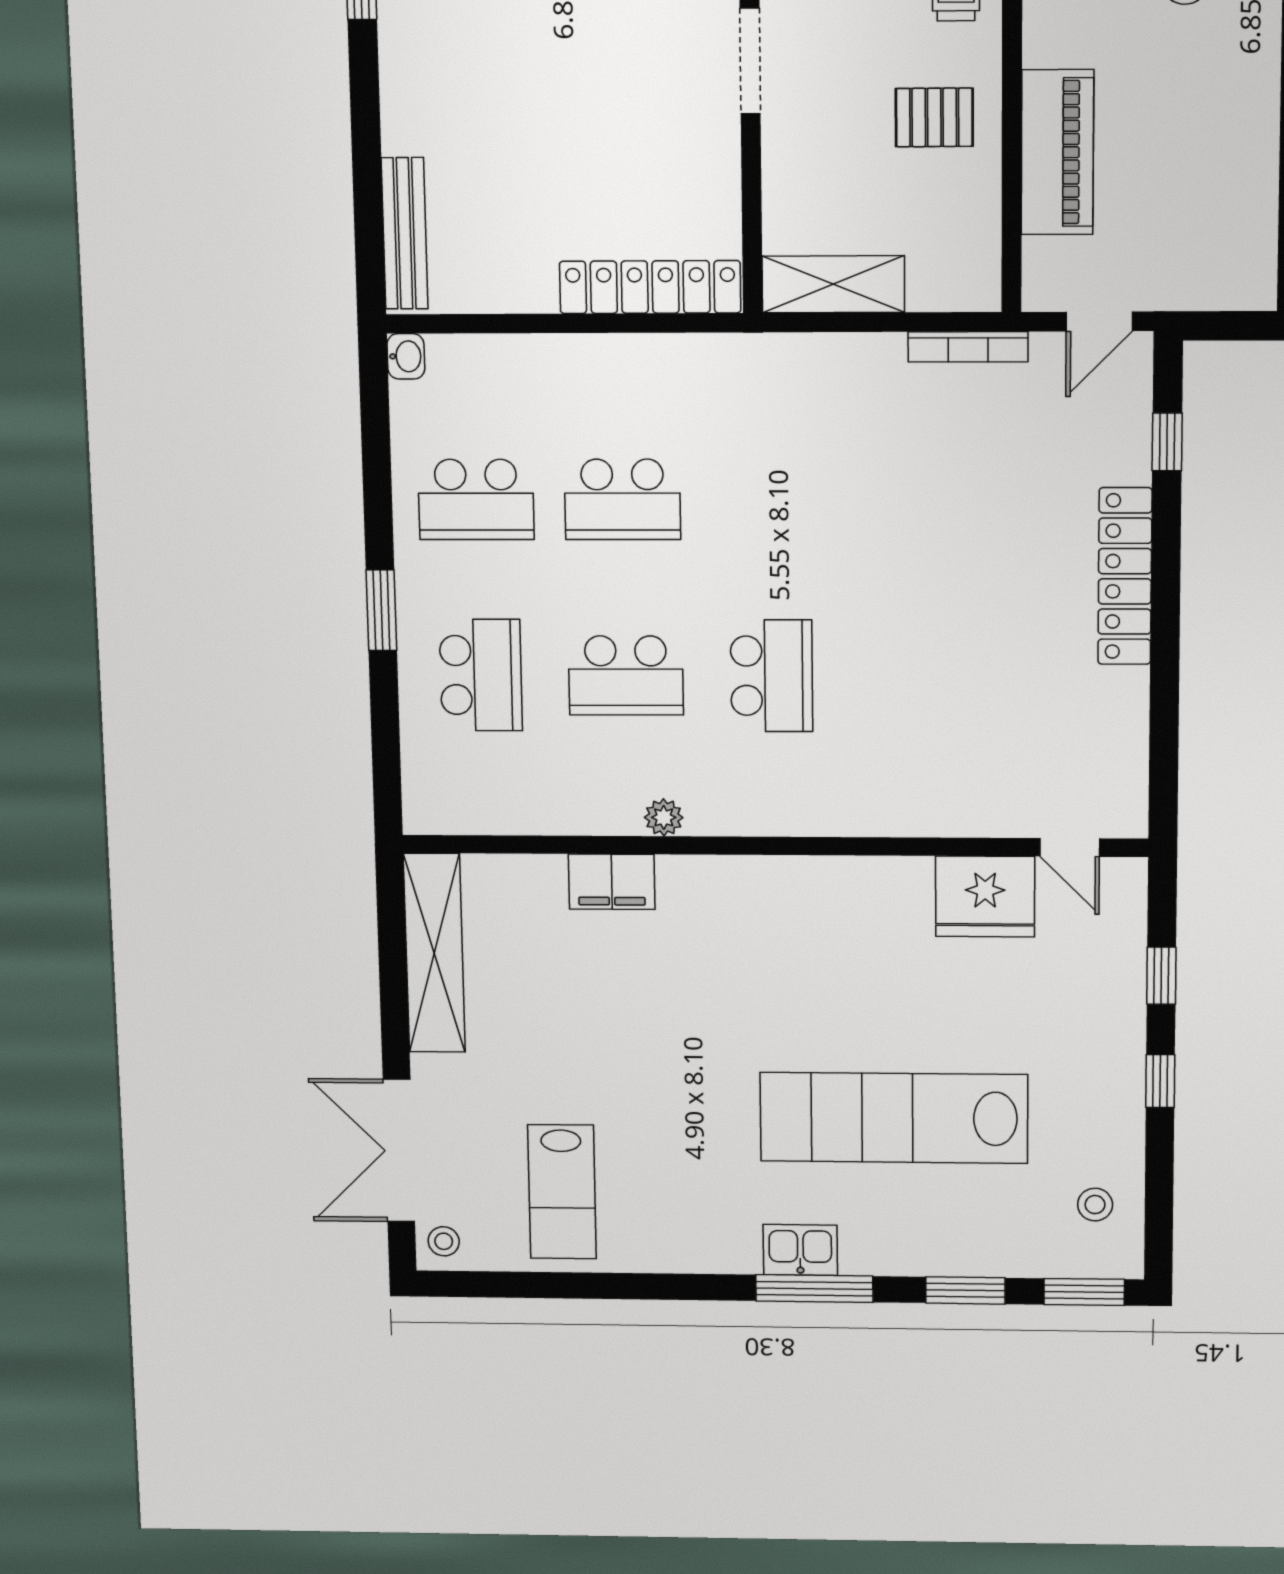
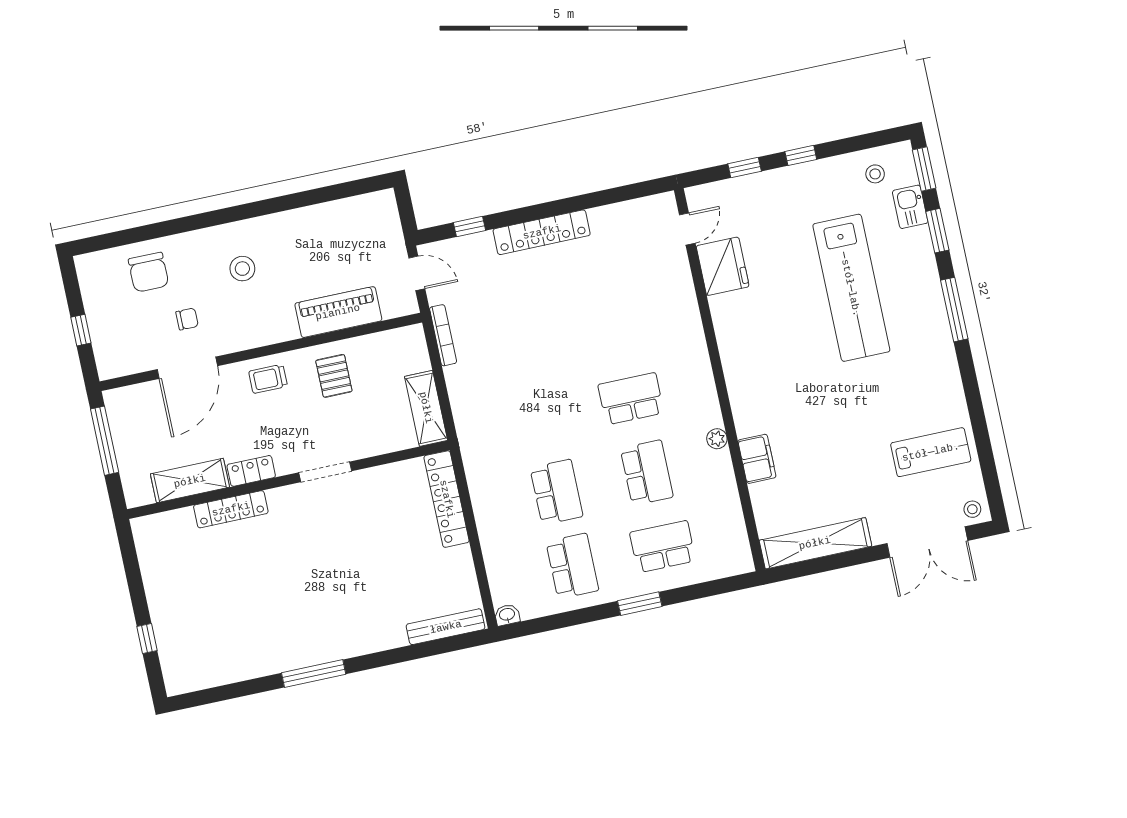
kitchen sink: (800, 1250) -> (910, 207), moved

